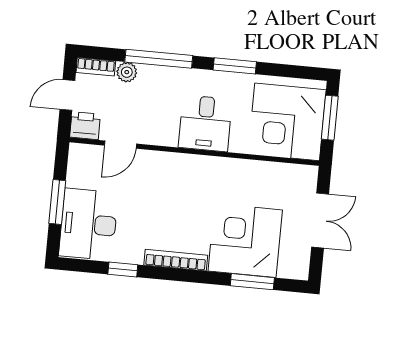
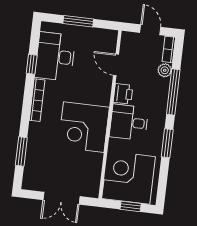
window: (330, 118) -> (131, 206), width x0.67
printer: (85, 126) -> (123, 94), moved
desk: (88, 224) -> (55, 56), moved, turned -90
corner desk: (245, 241) -> (84, 127), moved, turned 180

